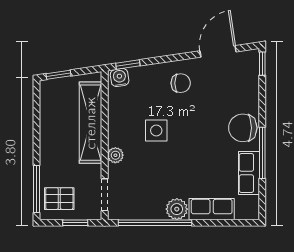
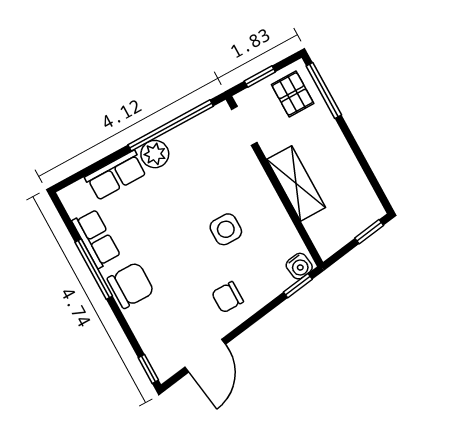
shelving: (91, 123) -> (296, 183), width x0.68
plant: (115, 155) -> (256, 177), removed
pallet: (59, 199) -> (293, 94), turned 90

